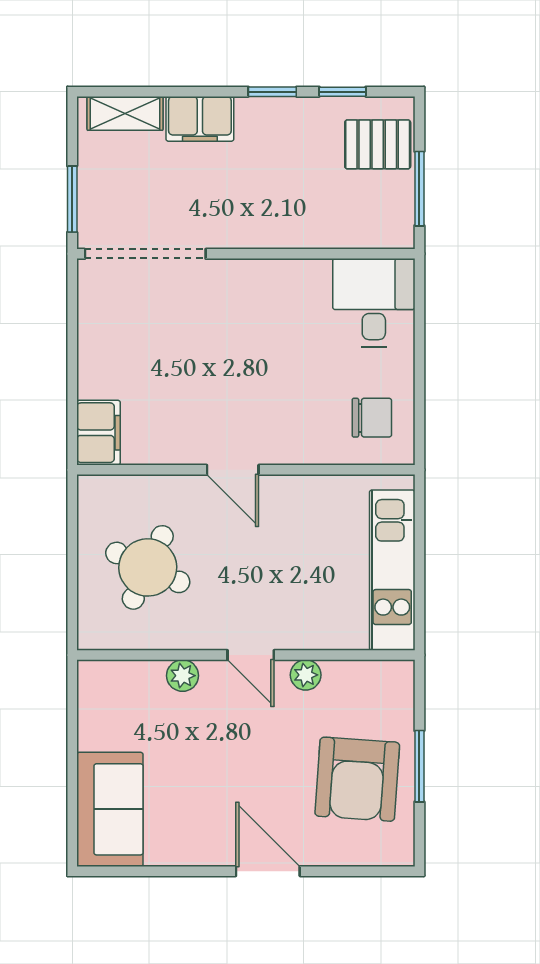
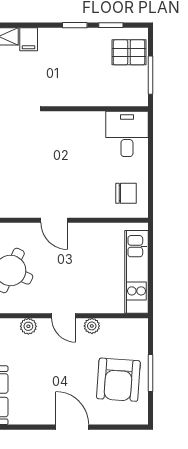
filing cabinet: (200, 119) -> (29, 39), width x0.50

